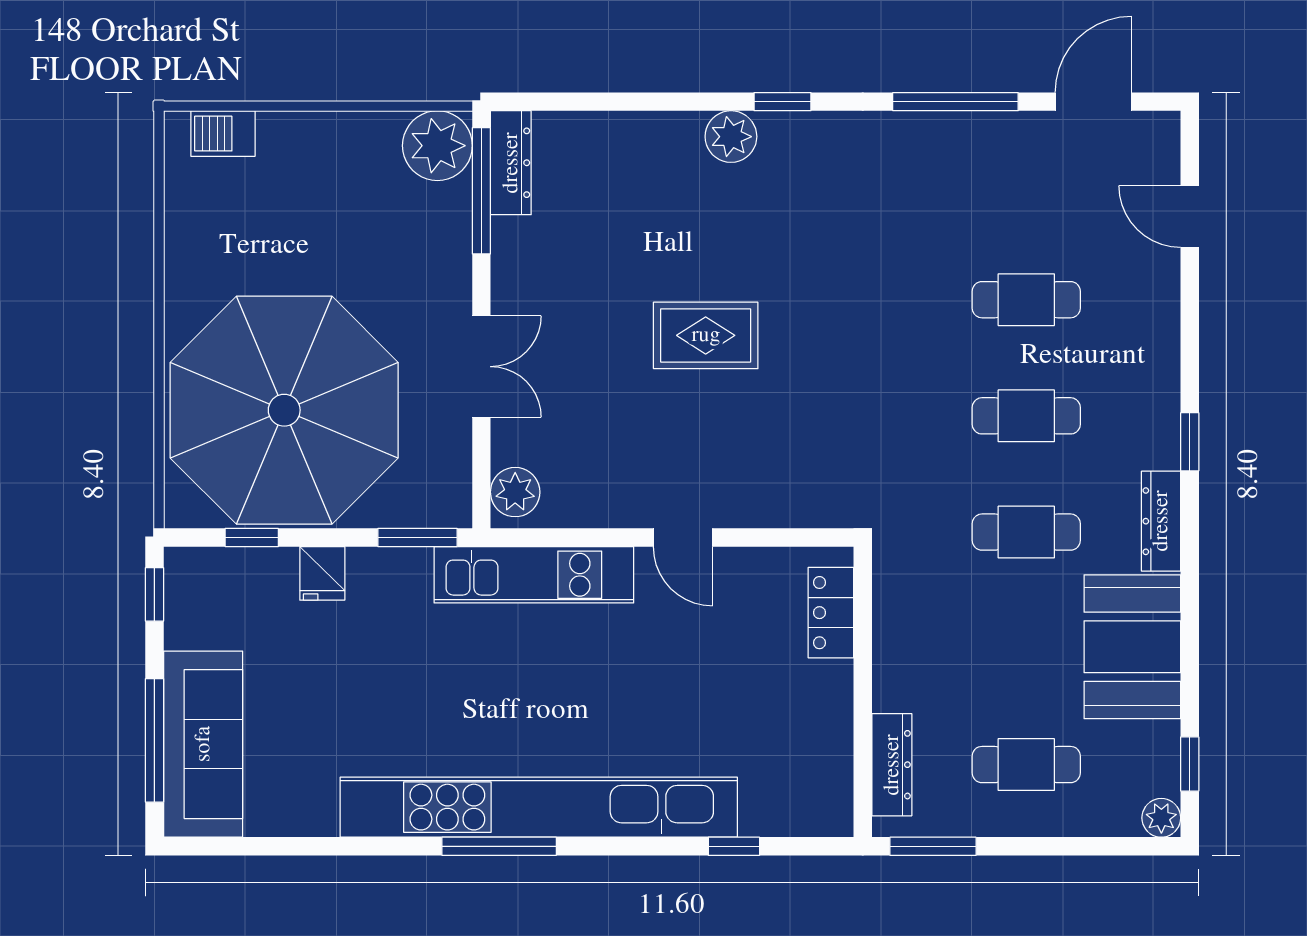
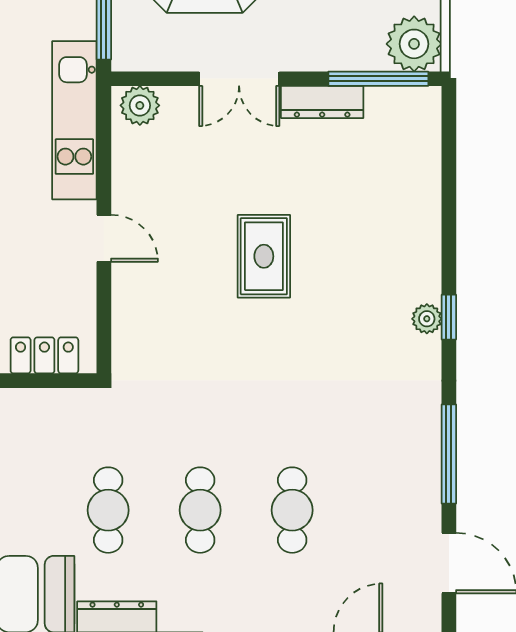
plant: (731, 137) -> (427, 319), moved, width x0.73, depth x0.73
dresser: (511, 163) -> (322, 102), moved
door: (683, 538) -> (104, 238), swing flipped

